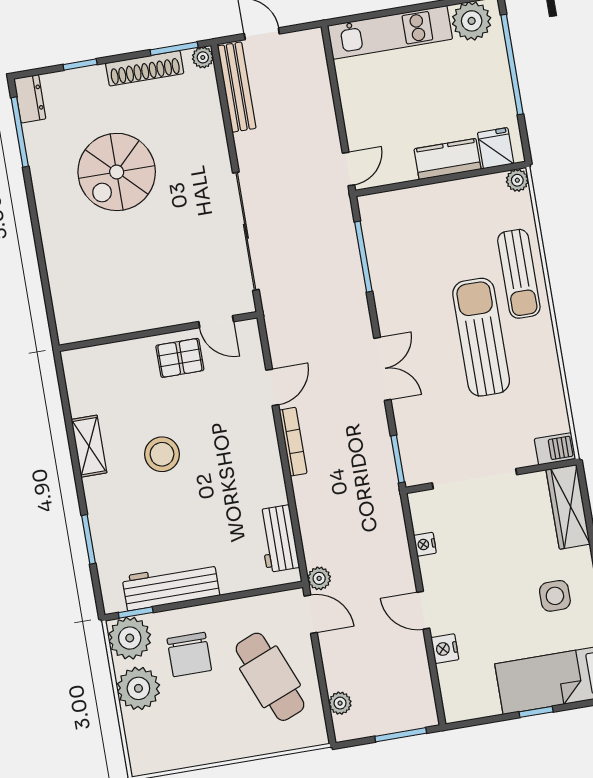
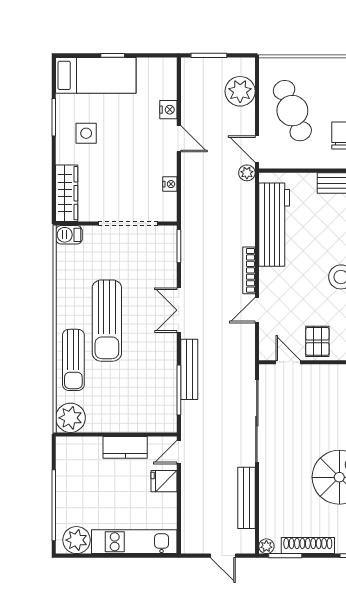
bench: (237, 87) -> (246, 498), moved
fridge: (496, 148) -> (164, 481), moved, turned 90
kitchen counter: (448, 159) -> (125, 447), moved
plant: (517, 180) -> (70, 418), width x1.88, depth x1.88
sun lounger: (519, 274) -> (73, 360), turned 180
bench: (354, 288) -> (189, 369), added
pallet: (180, 358) -> (317, 341), turned 90
workbench: (278, 539) -> (274, 225), width x1.88, depth x1.32
plant: (340, 703) -> (240, 91), width x1.87, depth x1.87

